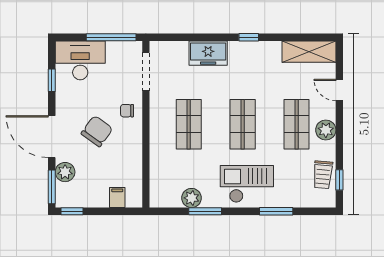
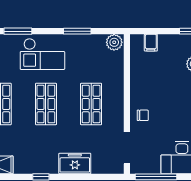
chair: (97, 131) -> (168, 98), removed
plant: (192, 198) -> (114, 42), moved

